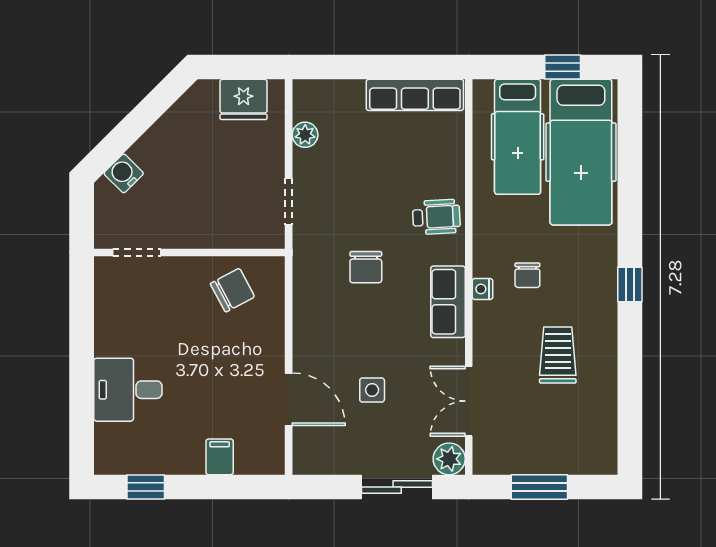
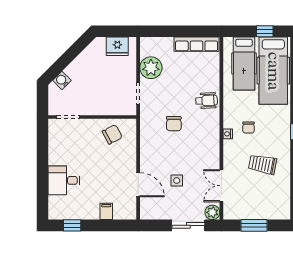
plant: (305, 135) -> (151, 68), width x1.88, depth x1.88
row of seats: (448, 302) -> (212, 140), removed
trolley: (558, 355) -> (263, 164), turned -79

